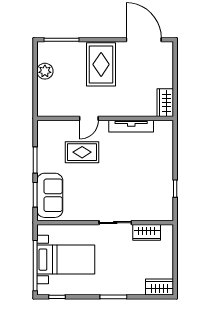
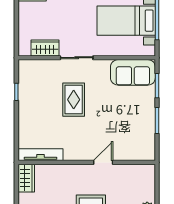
tv unit: (131, 126) -> (40, 155), moved
rug: (82, 152) -> (74, 100), moved, turned 90
sofa: (50, 195) -> (133, 72), moved, turned -90

